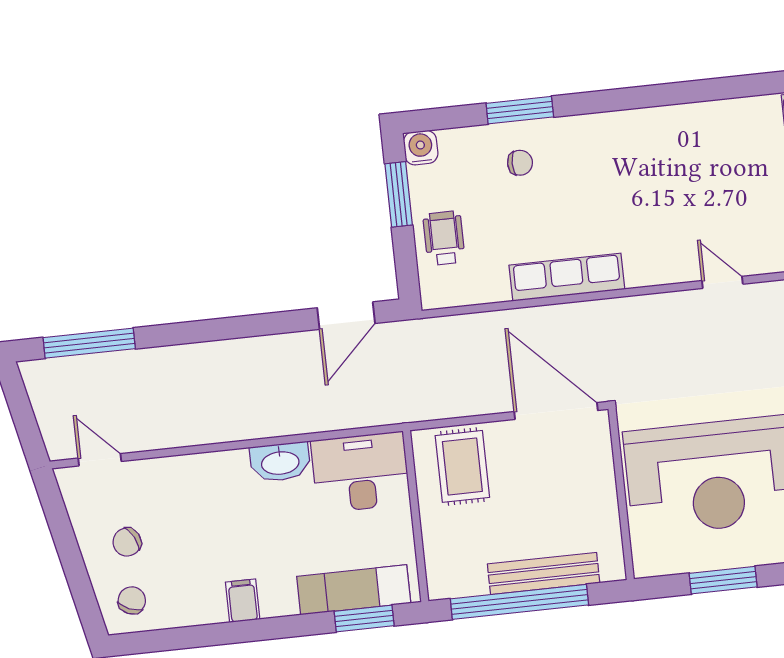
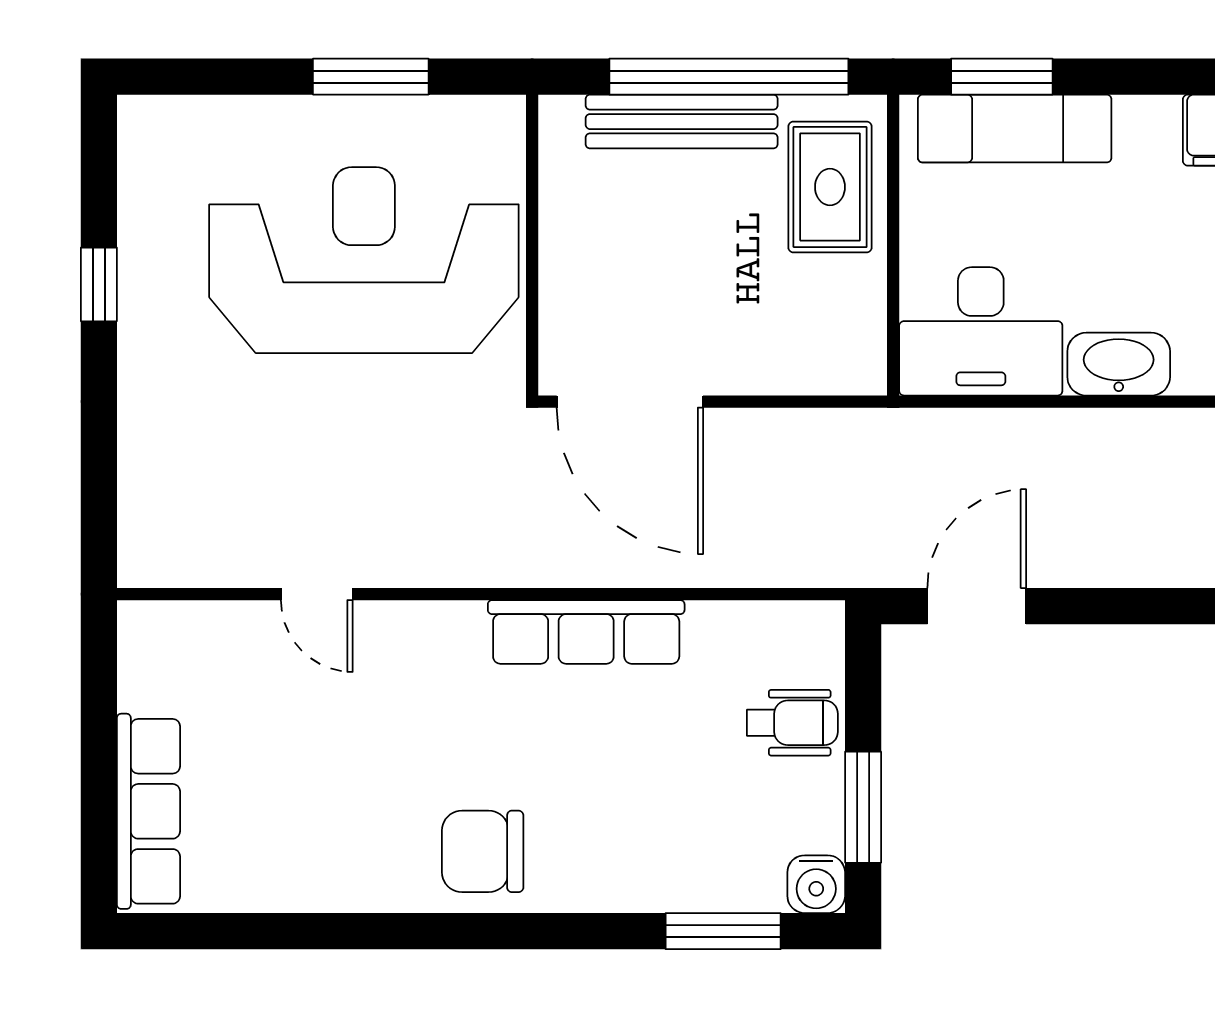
window: (520, 110) -> (723, 931), moved
chair: (520, 163) -> (483, 851), moved, width x1.87, depth x1.87
wheelchair: (444, 238) -> (792, 723), turned -90
rug: (462, 466) -> (830, 187), moved

